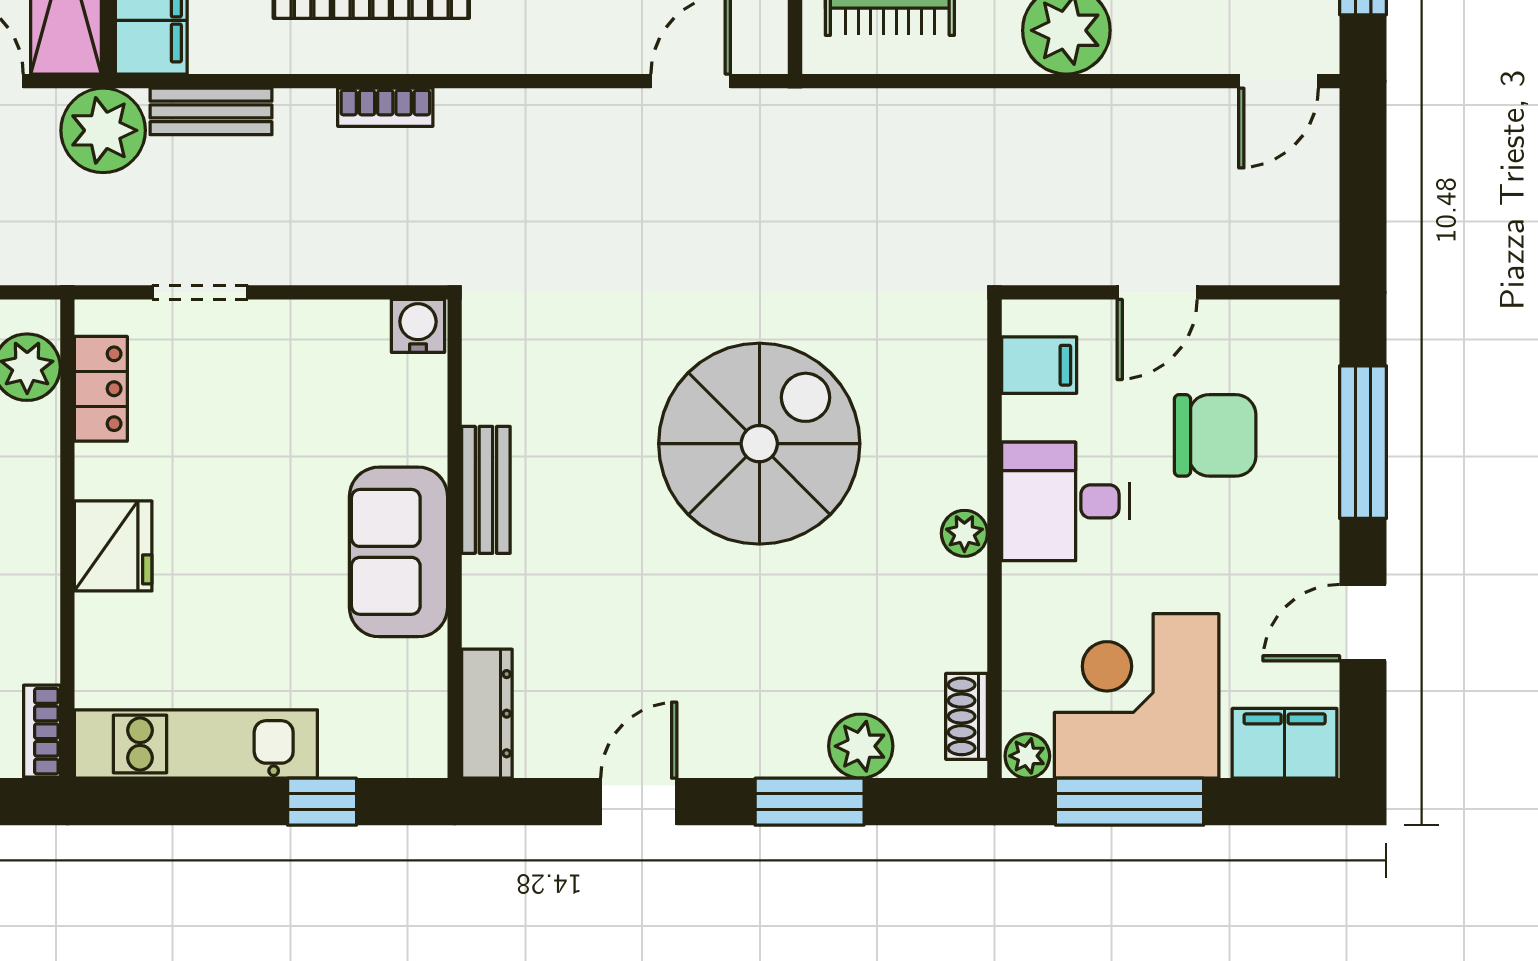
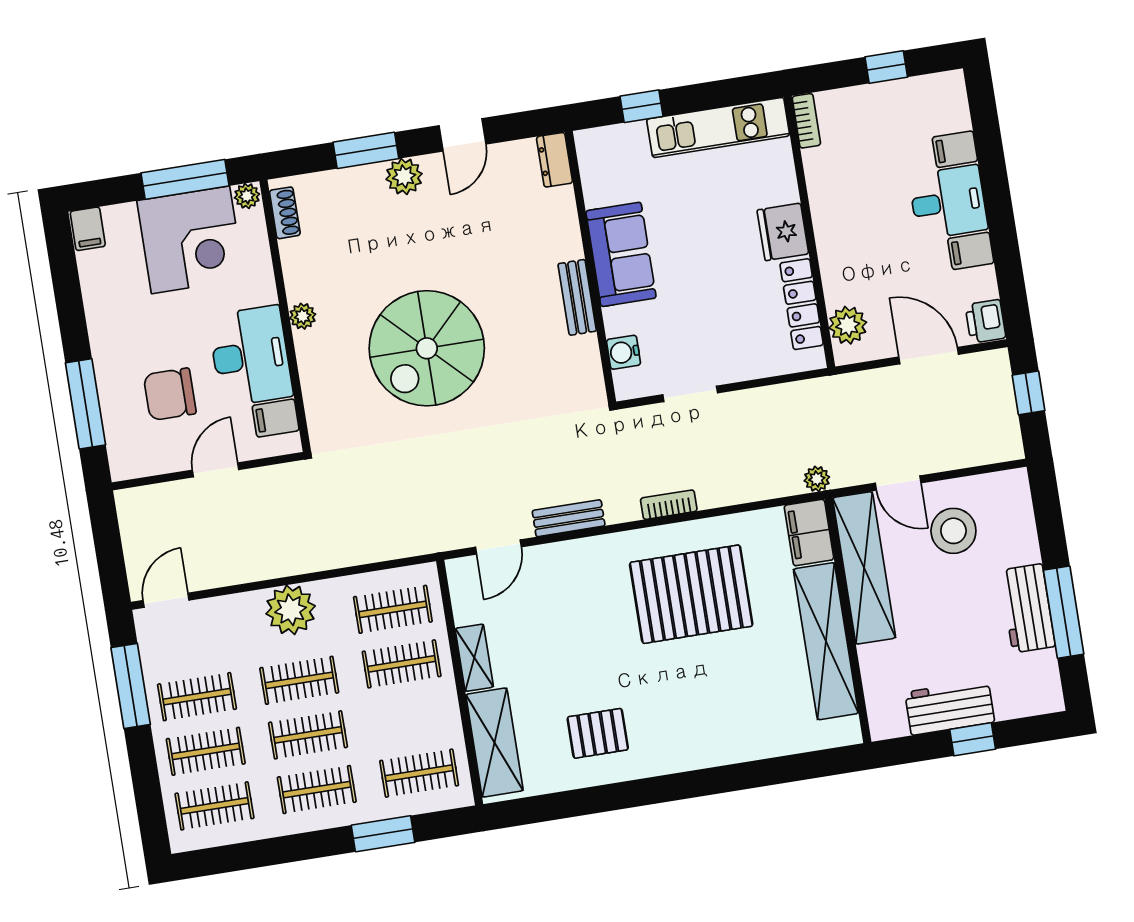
bench: (211, 111) -> (569, 518), moved
plant: (103, 130) -> (817, 479), width x0.53, depth x0.53
doorway: (200, 292) -> (690, 394), moved
water cooler: (418, 326) -> (624, 352), moved, turned 90
locker: (101, 389) -> (802, 304), width x1.53
desk: (1065, 501) -> (250, 356), width x1.37
door: (1363, 623) -> (69, 302), removed
dresser: (487, 714) -> (555, 160), width x0.70
filing cabinet: (1285, 743) -> (88, 229), width x0.50
plant: (861, 746) -> (404, 176), moved

